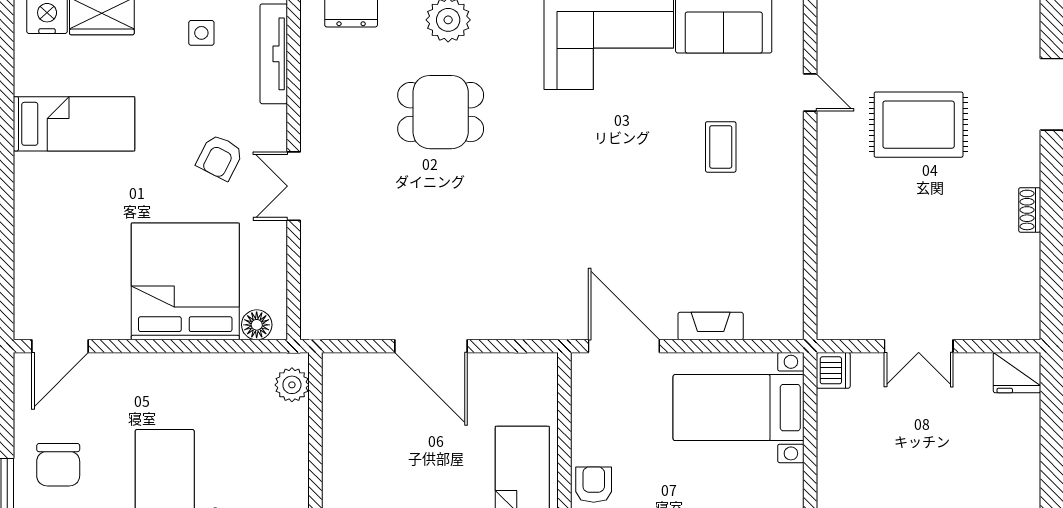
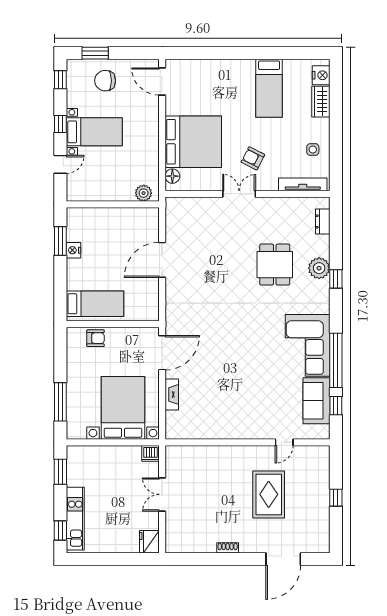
coffee table: (721, 147) -> (258, 399), removed
bed with nightstands: (739, 408) -> (123, 408), width x1.36

